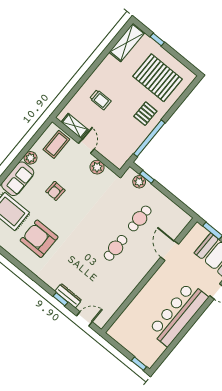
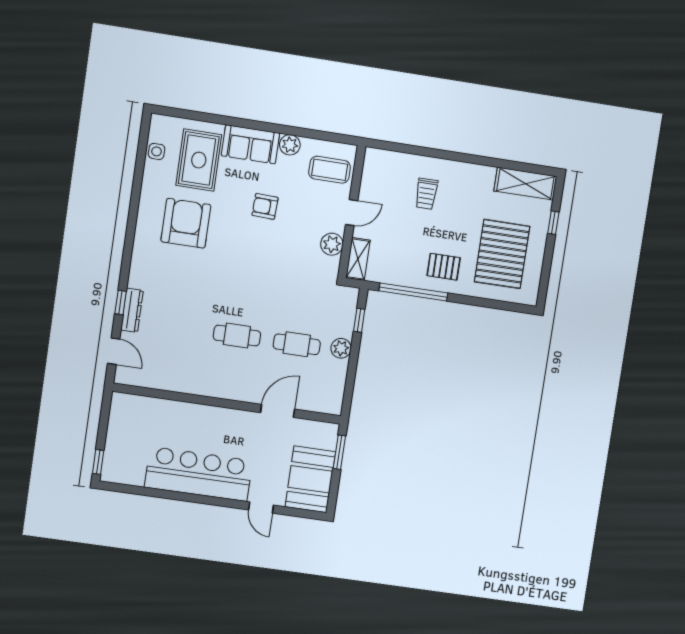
shelving: (75, 126) -> (358, 259), moved
plant: (139, 182) -> (341, 348), moved

